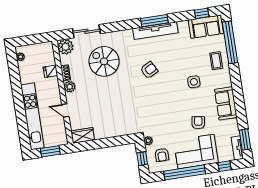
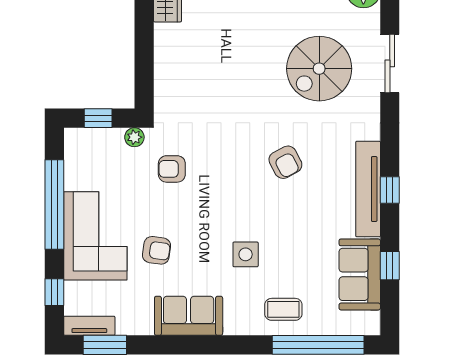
window: (202, 13) -> (390, 266), moved
window: (154, 21) -> (390, 190), width x0.46
sofa: (206, 27) -> (360, 274), moved
sliding door: (86, 31) -> (390, 63), moved
spiral stairs: (104, 61) -> (319, 69), turned 180
armchair: (162, 155) -> (172, 169), moved

